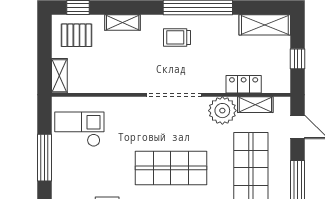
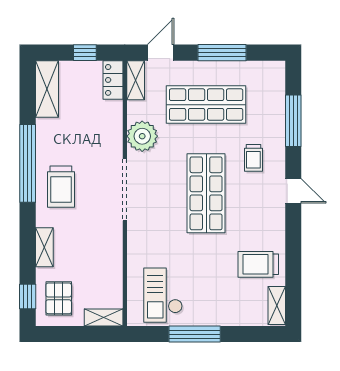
trolley: (177, 37) -> (61, 187), width x1.36, depth x1.39
locker: (244, 84) -> (113, 80), moved
shelving: (255, 105) -> (136, 80), moved

